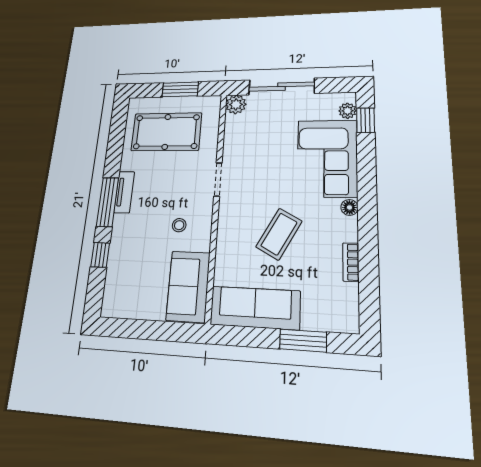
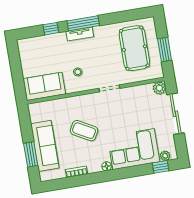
tv unit: (124, 192) -> (80, 34), moved
sofa: (255, 308) -> (45, 146), moved

